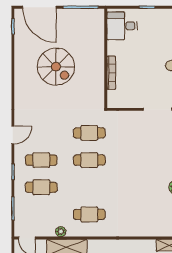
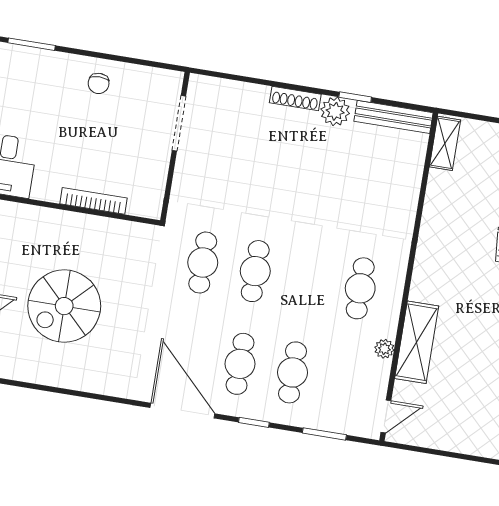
spiral stairs: (56, 67) -> (64, 306), turned 180
door: (13, 135) -> (182, 411), width x1.88

